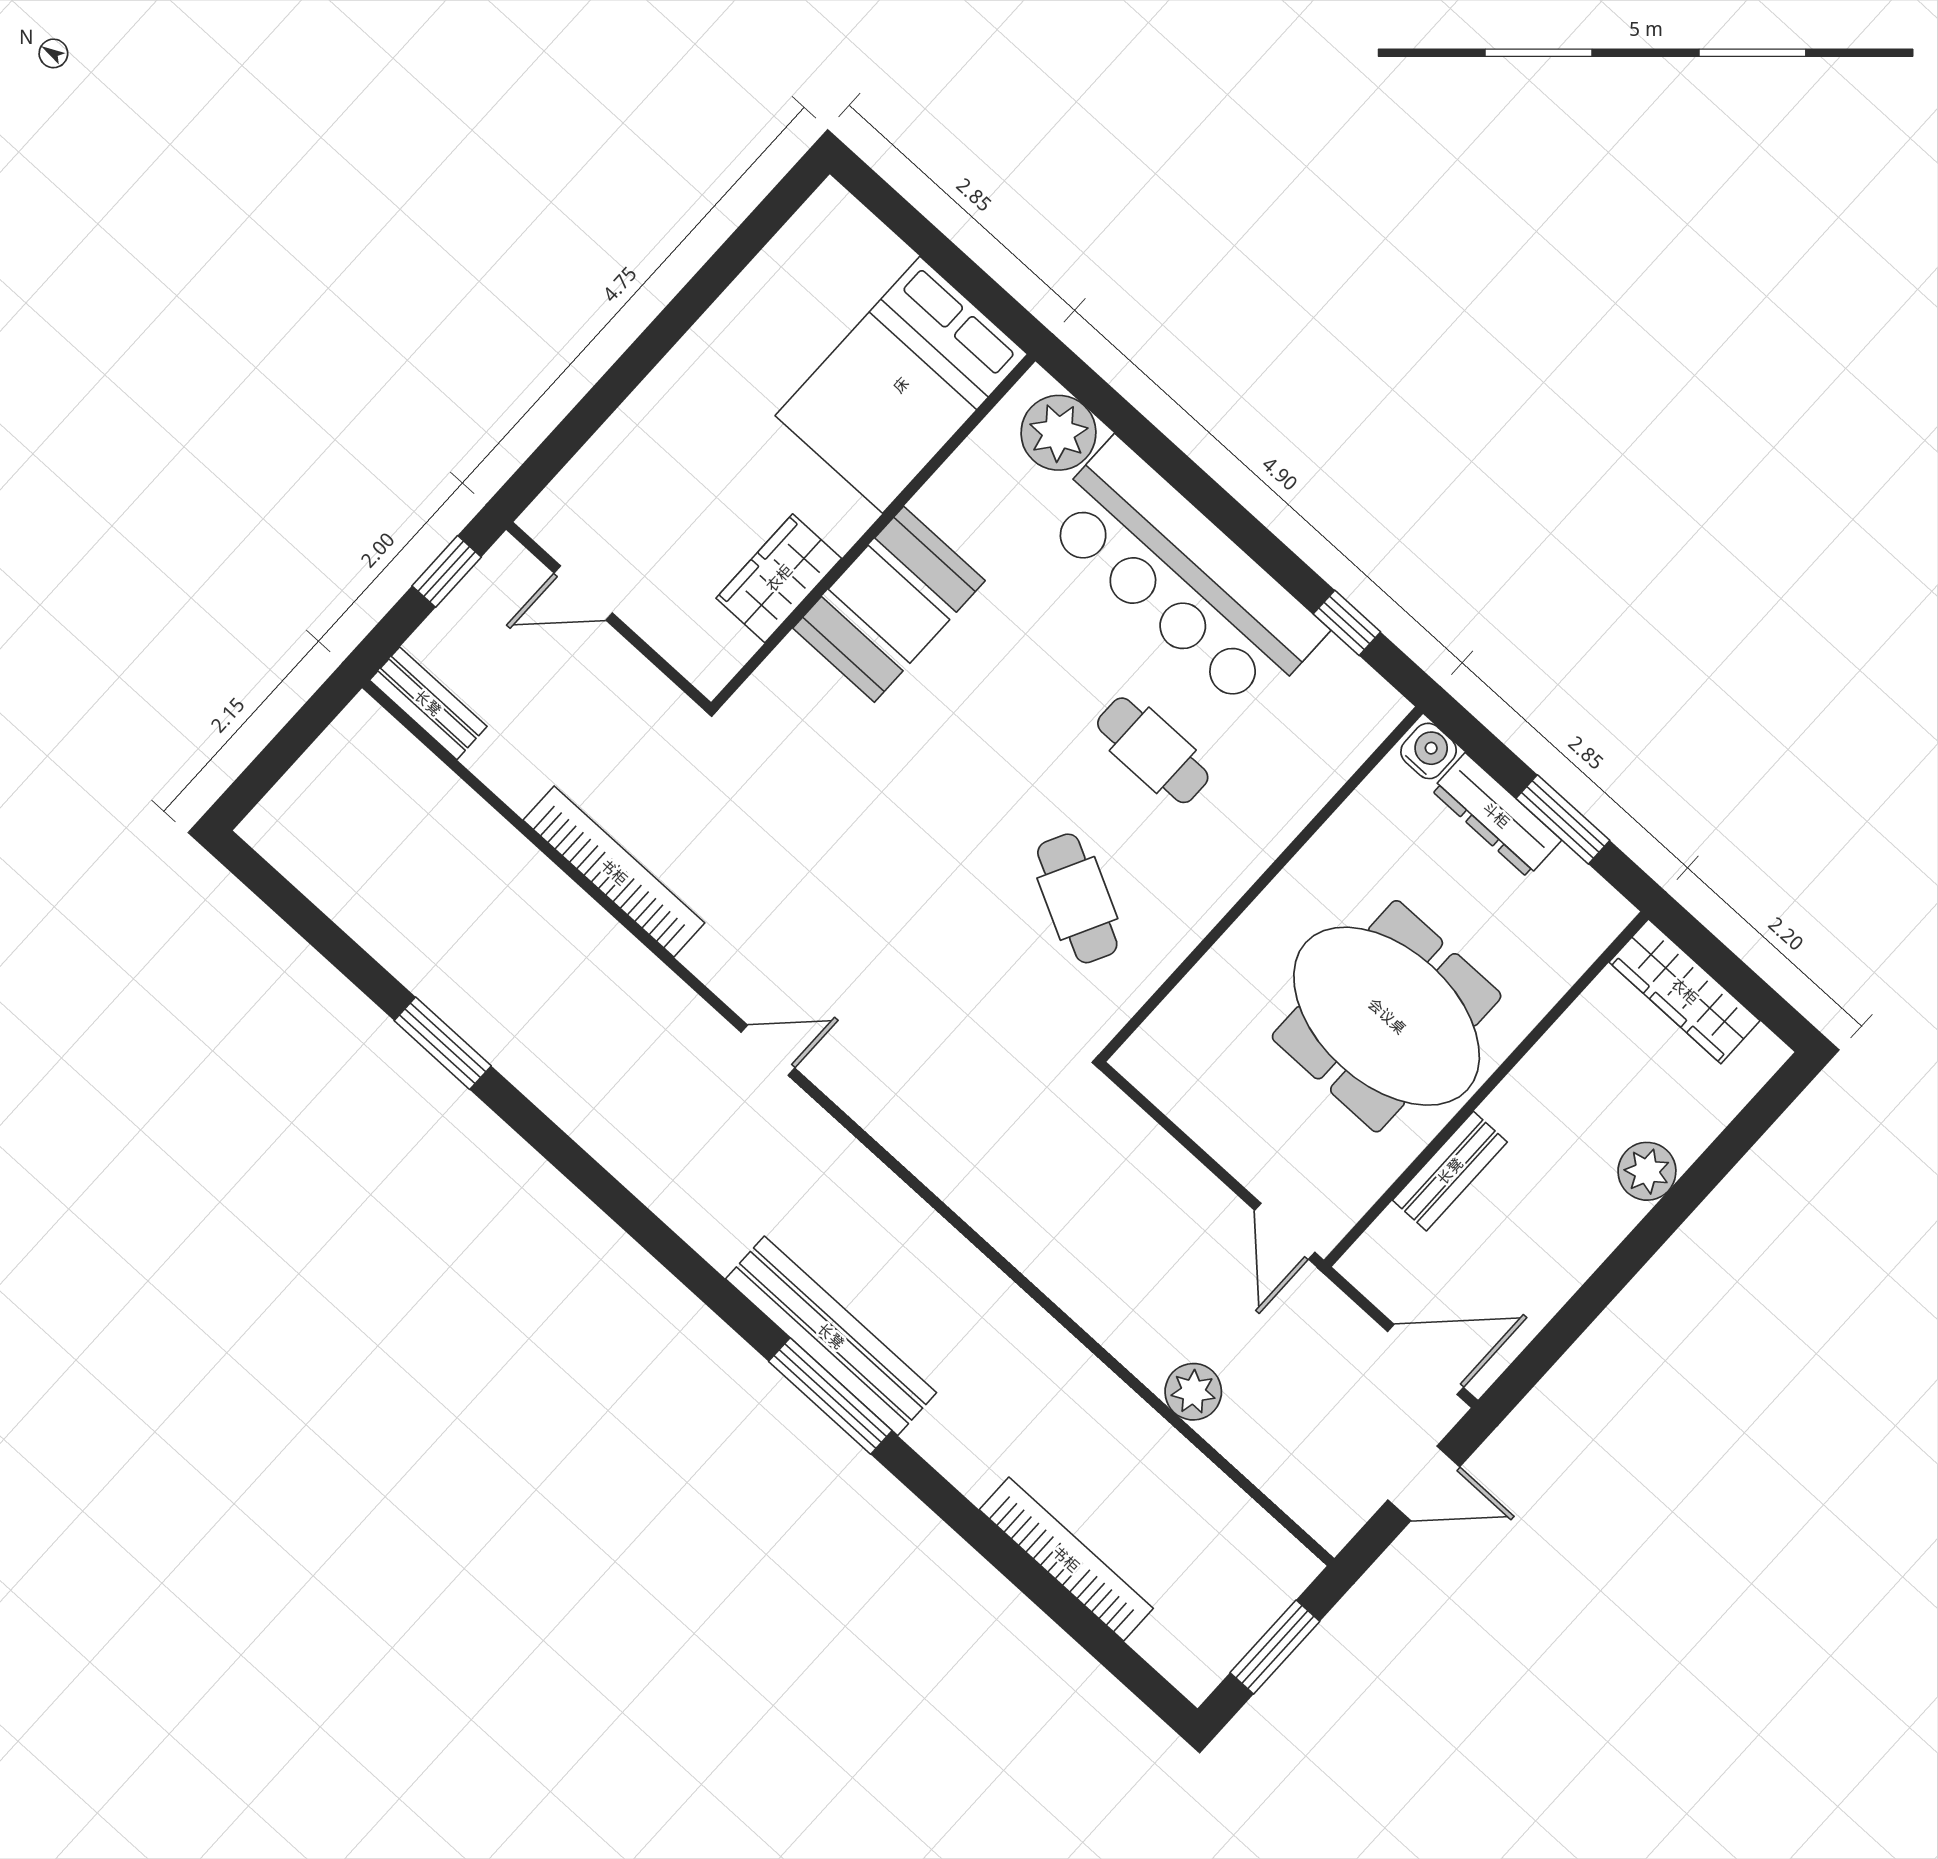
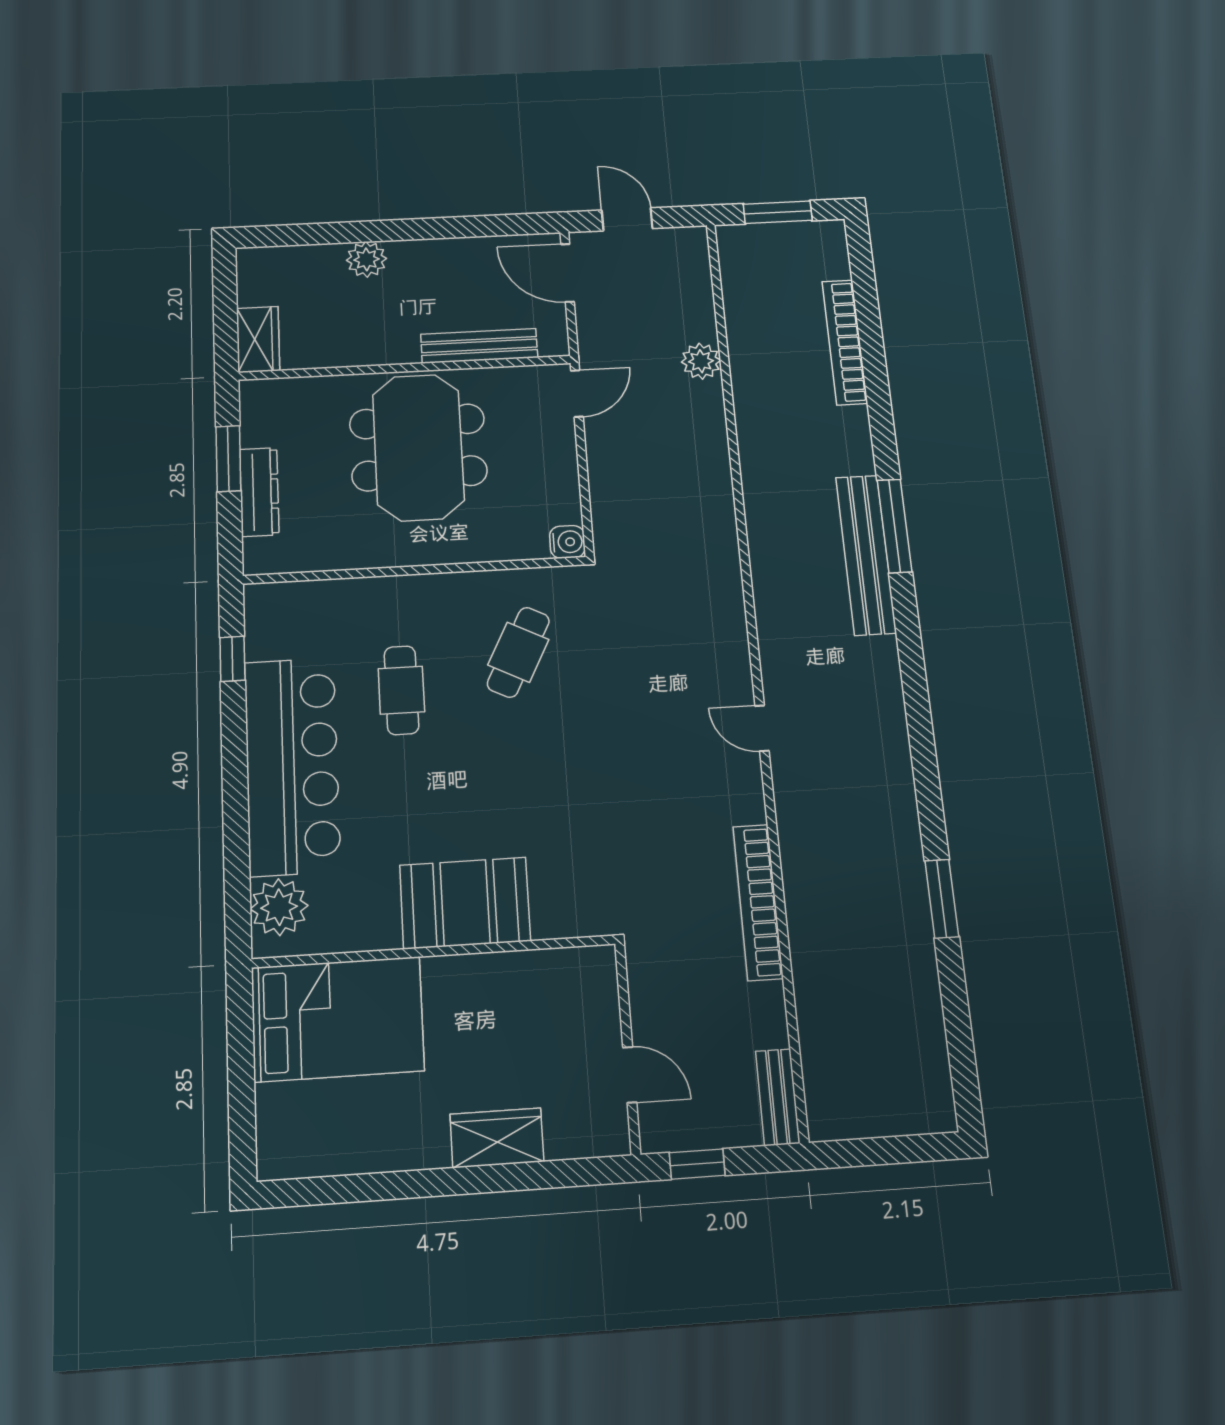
wardrobe: (779, 578) -> (497, 1138), moved, turned 180
water cooler: (1429, 751) -> (567, 542), moved, turned 180
wardrobe: (1685, 991) -> (258, 339), width x0.67
bench: (1450, 1171) -> (479, 346), width x1.36

